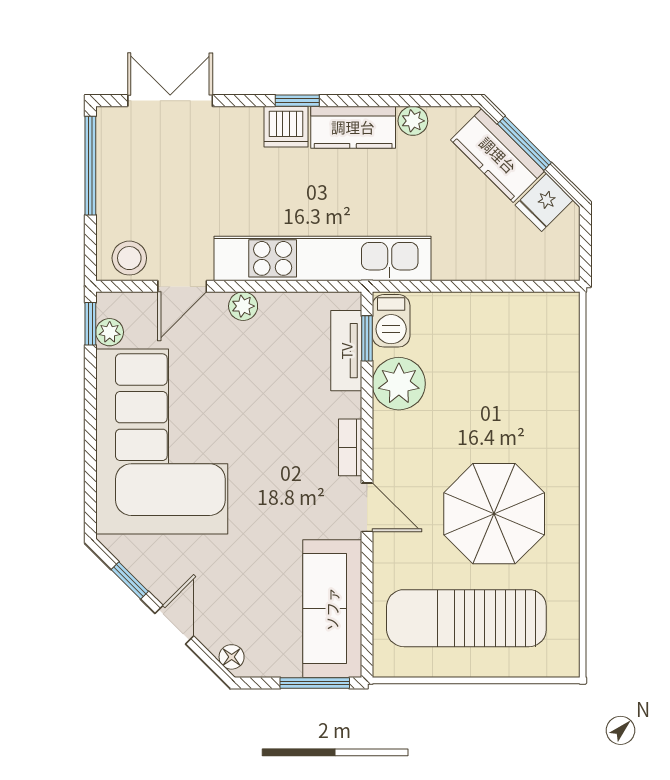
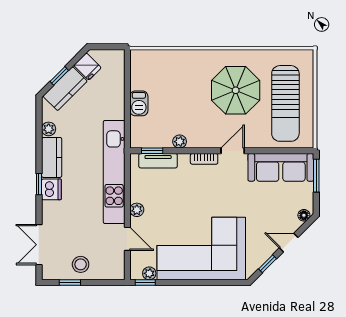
window: (524, 143) -> (59, 76), width x0.67
window: (90, 166) -> (70, 283), width x0.46
stool: (129, 258) -> (81, 264), moved
barbecue: (391, 321) -> (139, 103), moved, turned 90
plant: (399, 384) -> (180, 142), width x0.53, depth x0.53

